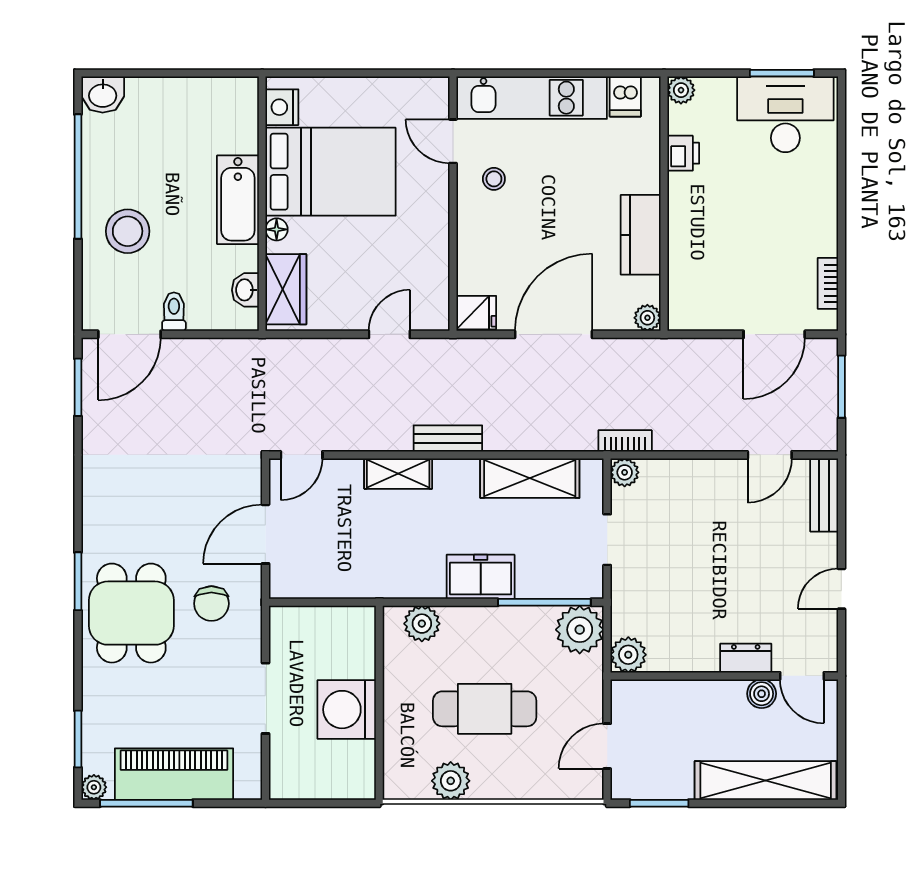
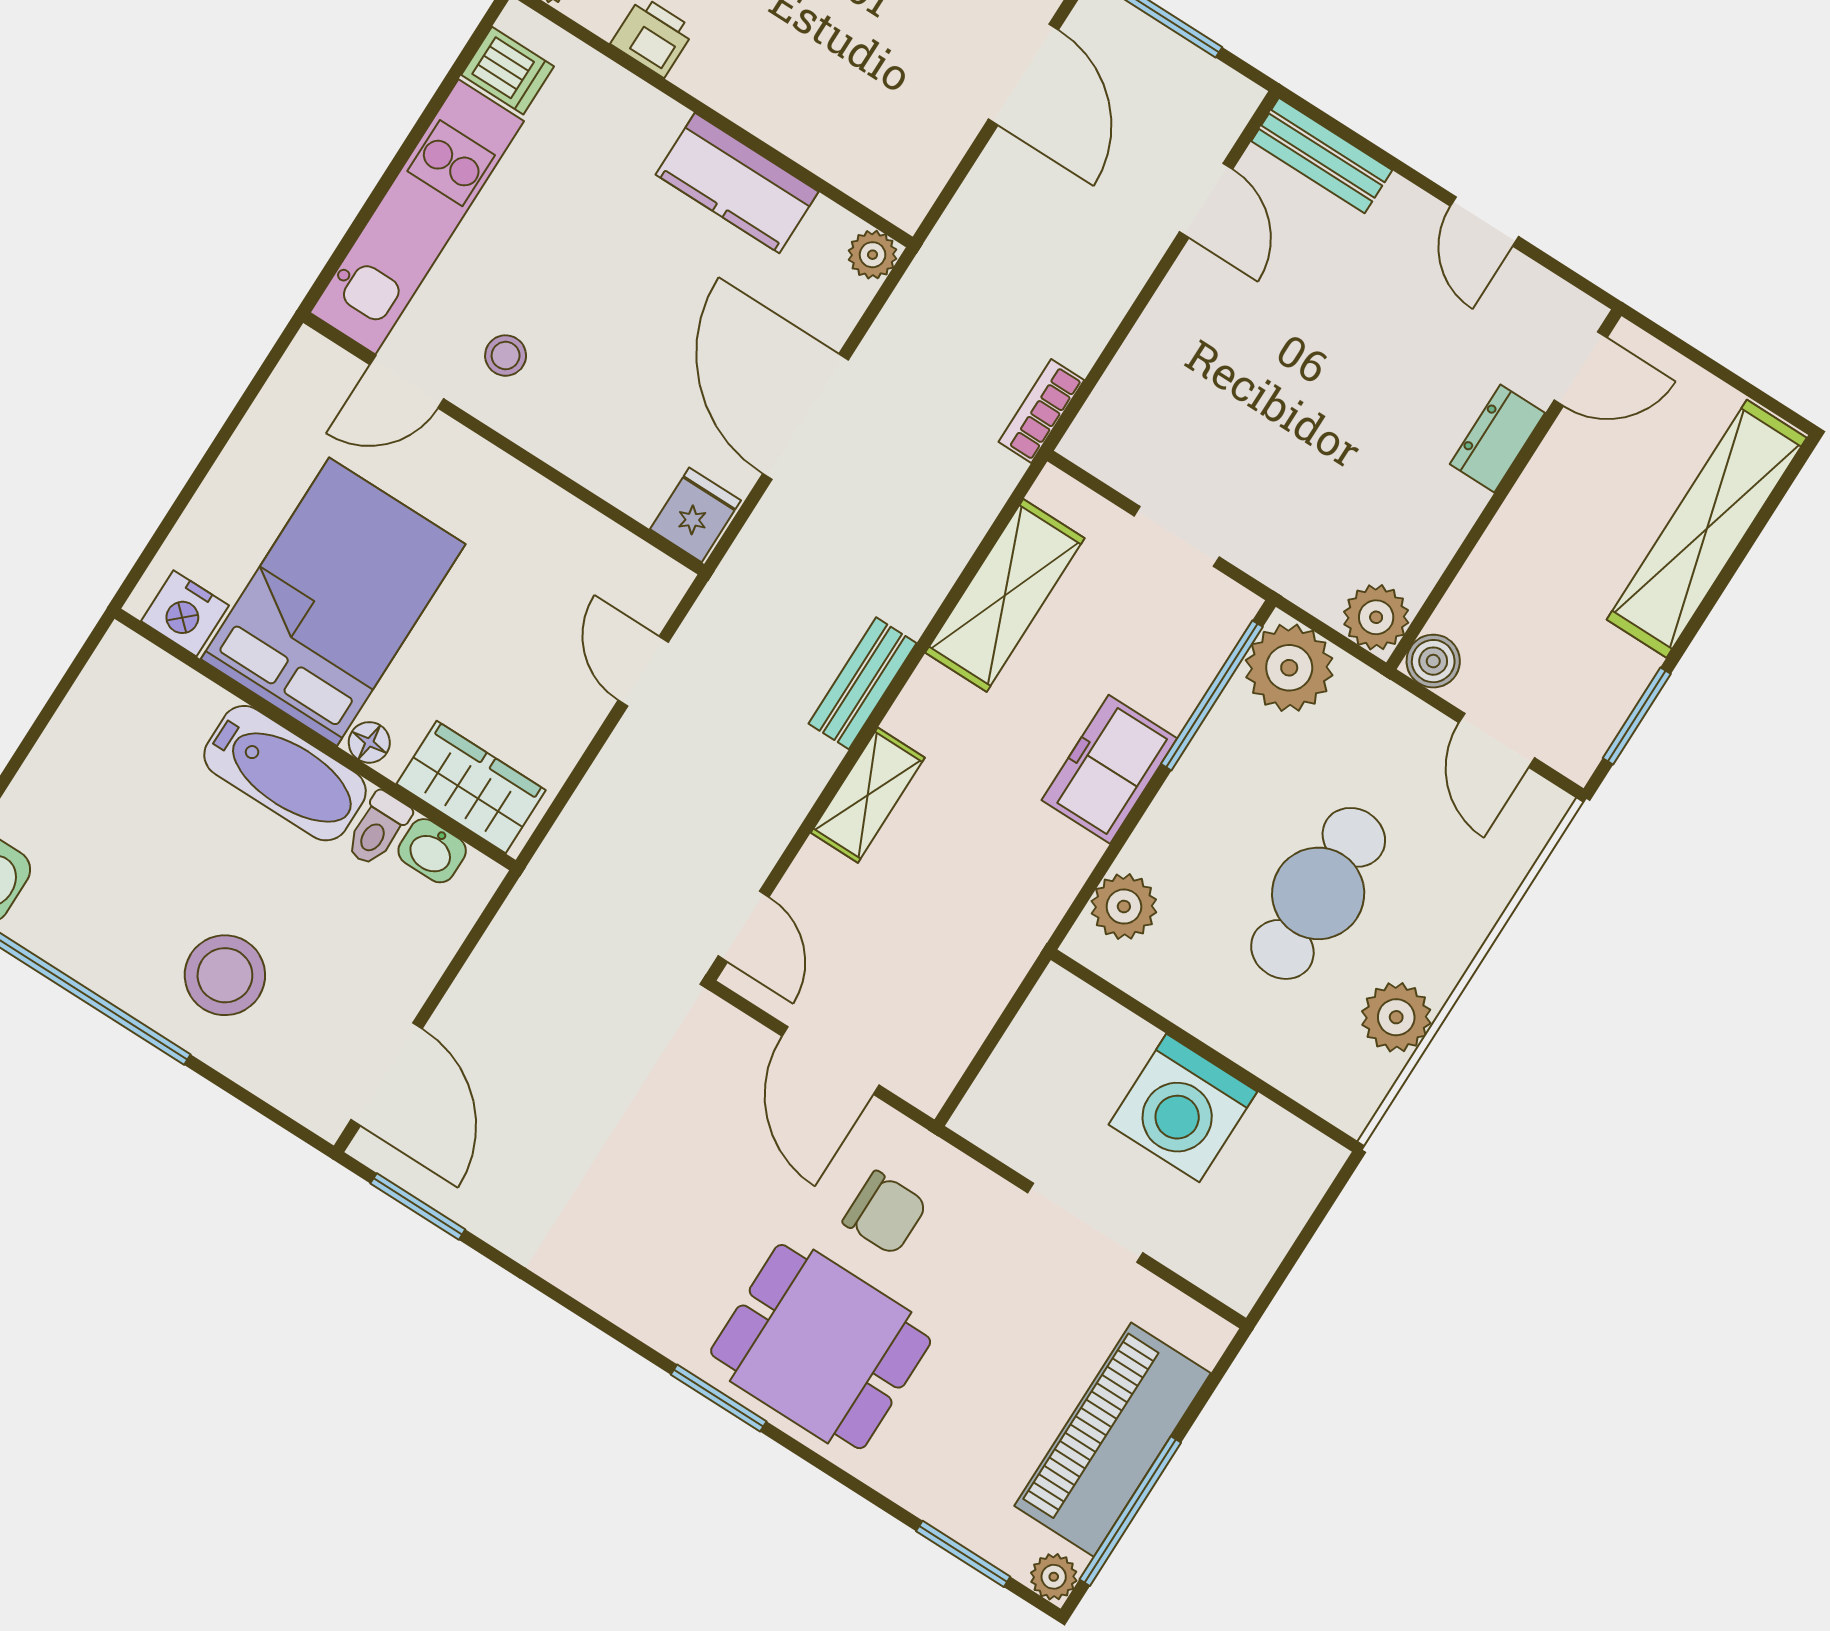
toilet: (174, 312) -> (378, 829), moved, turned -90
plant: (625, 472) -> (1090, 443), removed
boiler: (762, 694) -> (1433, 661), moved

